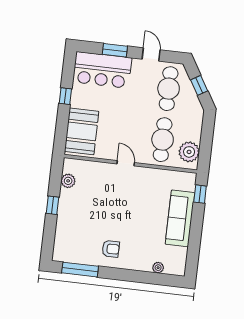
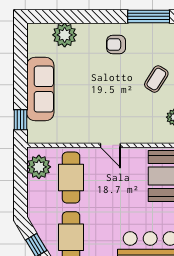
coffee table: (80, 215) -> (156, 79), added
plant: (158, 268) -> (65, 35), width x1.88, depth x1.88

